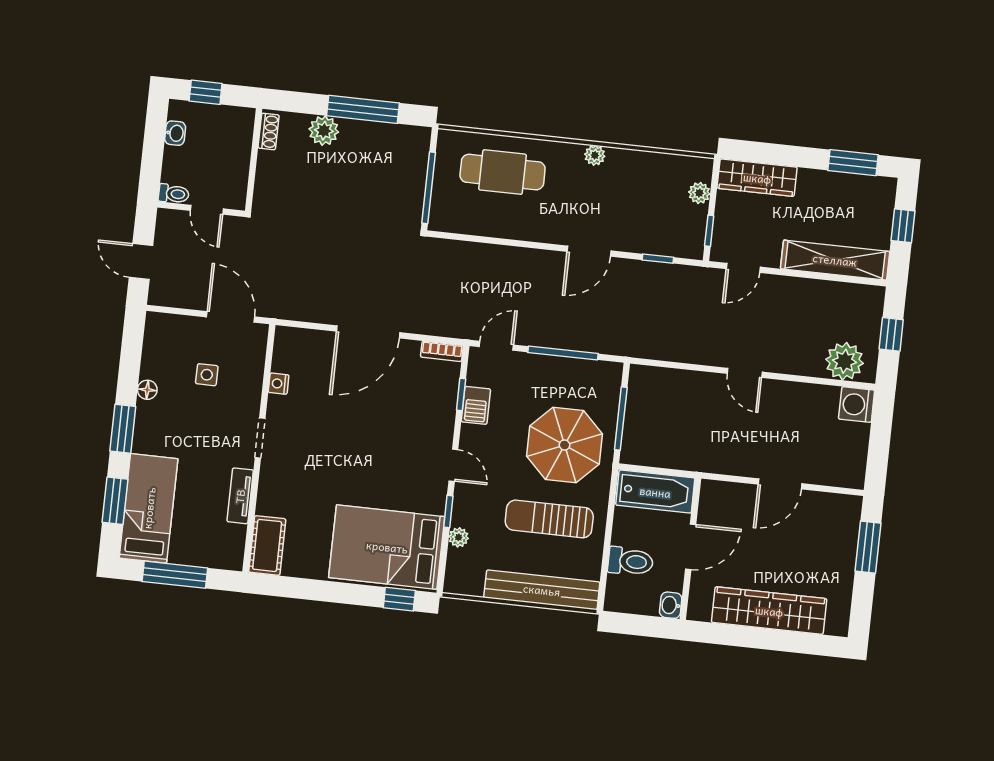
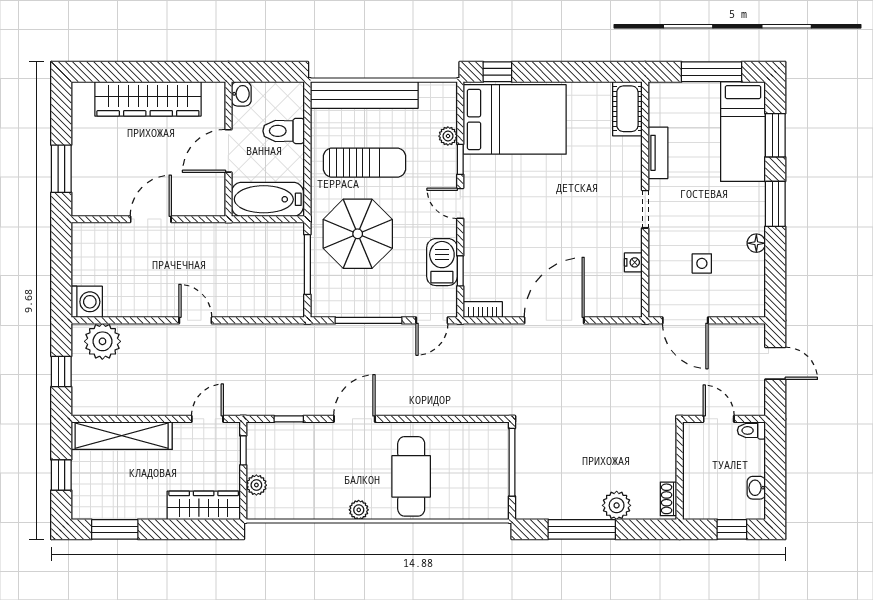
cafe table: (503, 172) -> (411, 476), moved, turned 90
barbecue: (476, 405) -> (442, 262), width x1.38, depth x1.27

